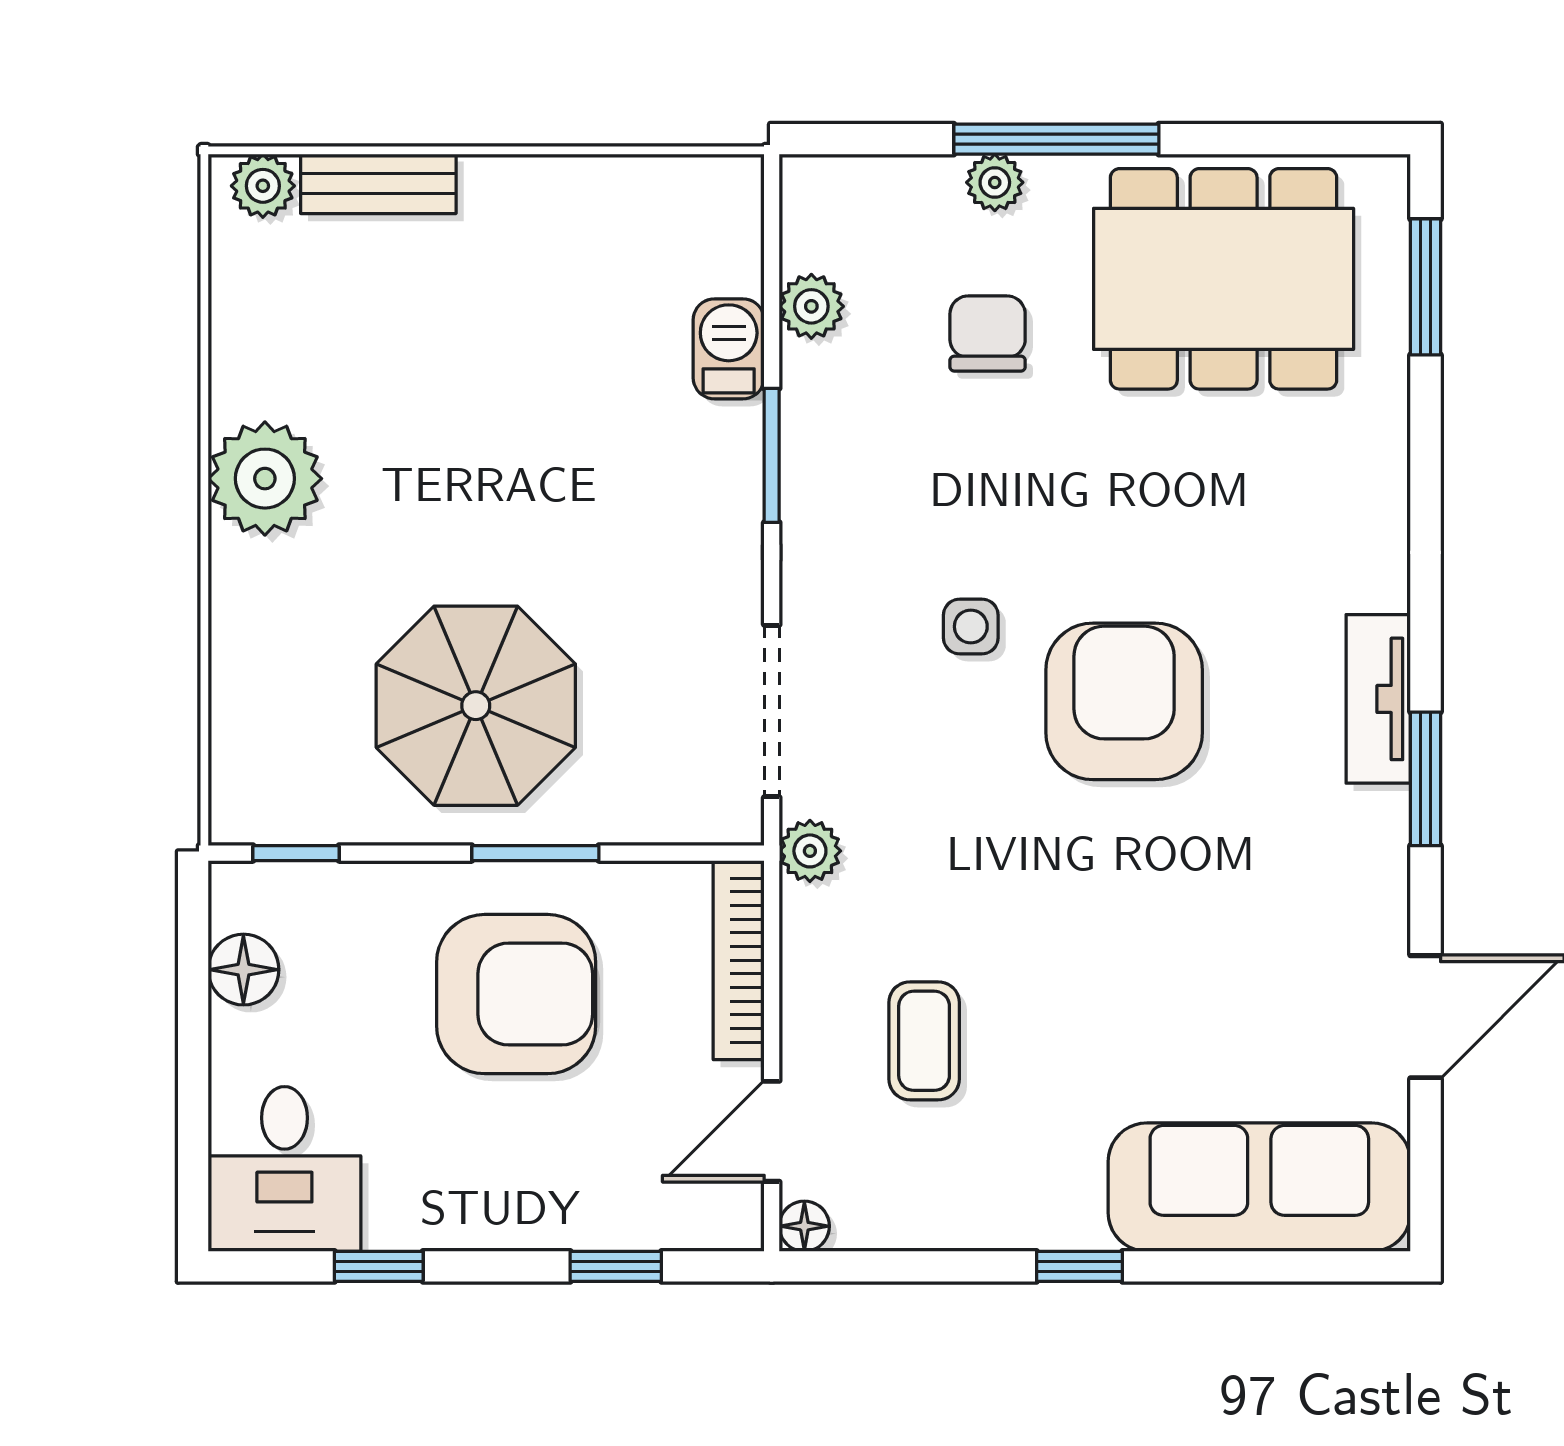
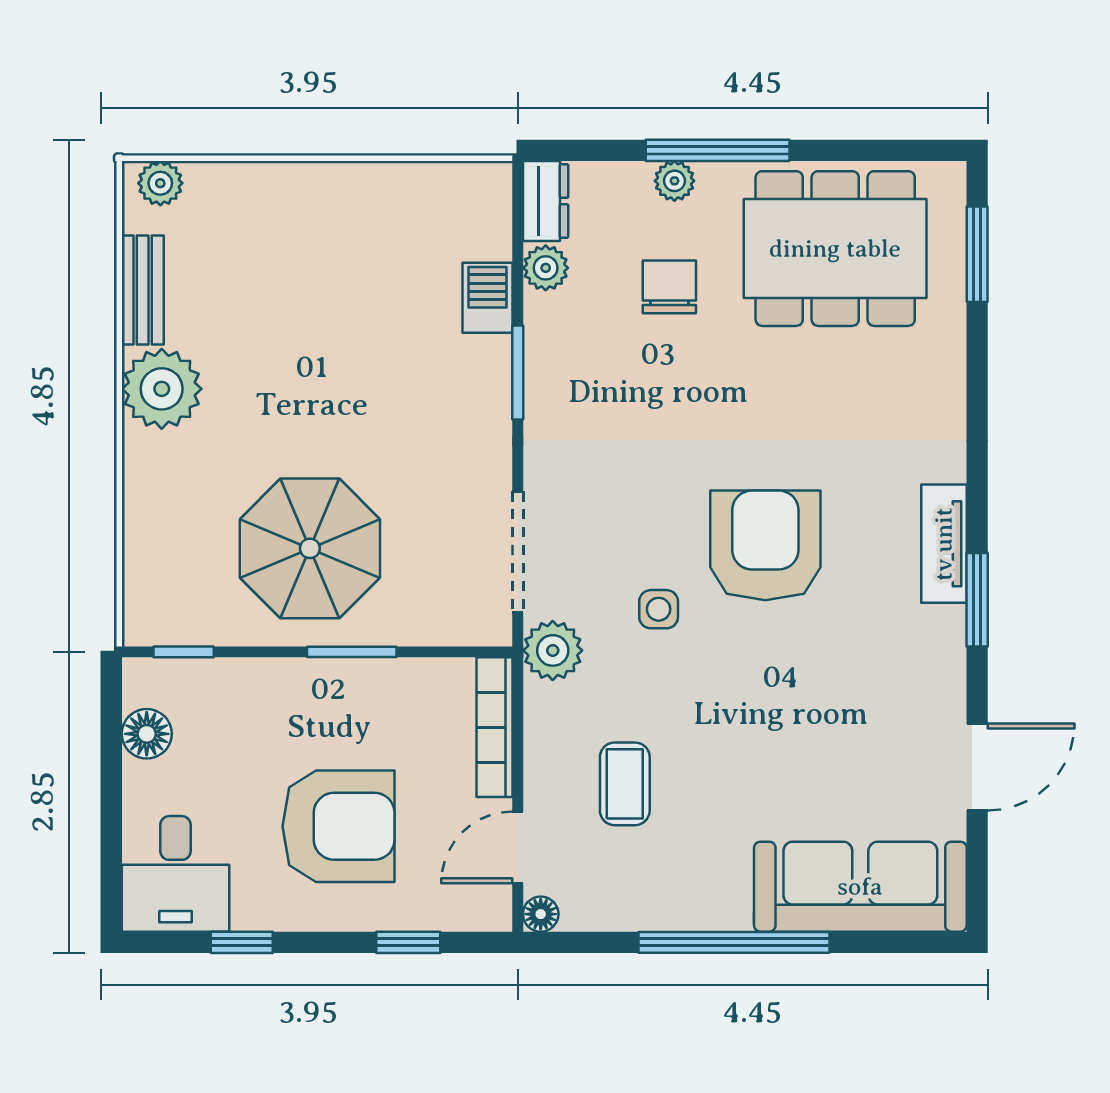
bench: (378, 184) -> (143, 290), moved, turned 90
dresser: (811, 211) -> (546, 201), added
side table: (971, 627) -> (659, 609), moved
plant: (810, 851) -> (553, 650), width x1.38, depth x1.38
armchair: (516, 994) -> (339, 826), moved
window: (1079, 1266) -> (734, 942), width x3.17

